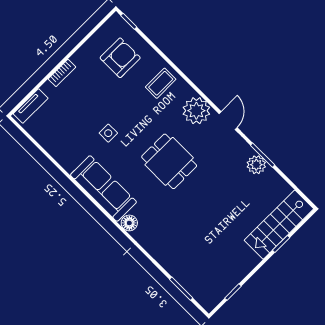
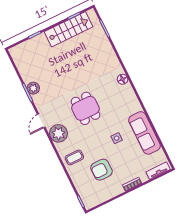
armchair: (120, 58) -> (102, 170), moved
sofa: (103, 188) -> (144, 133), moved
stairs: (279, 225) -> (69, 29), moved

